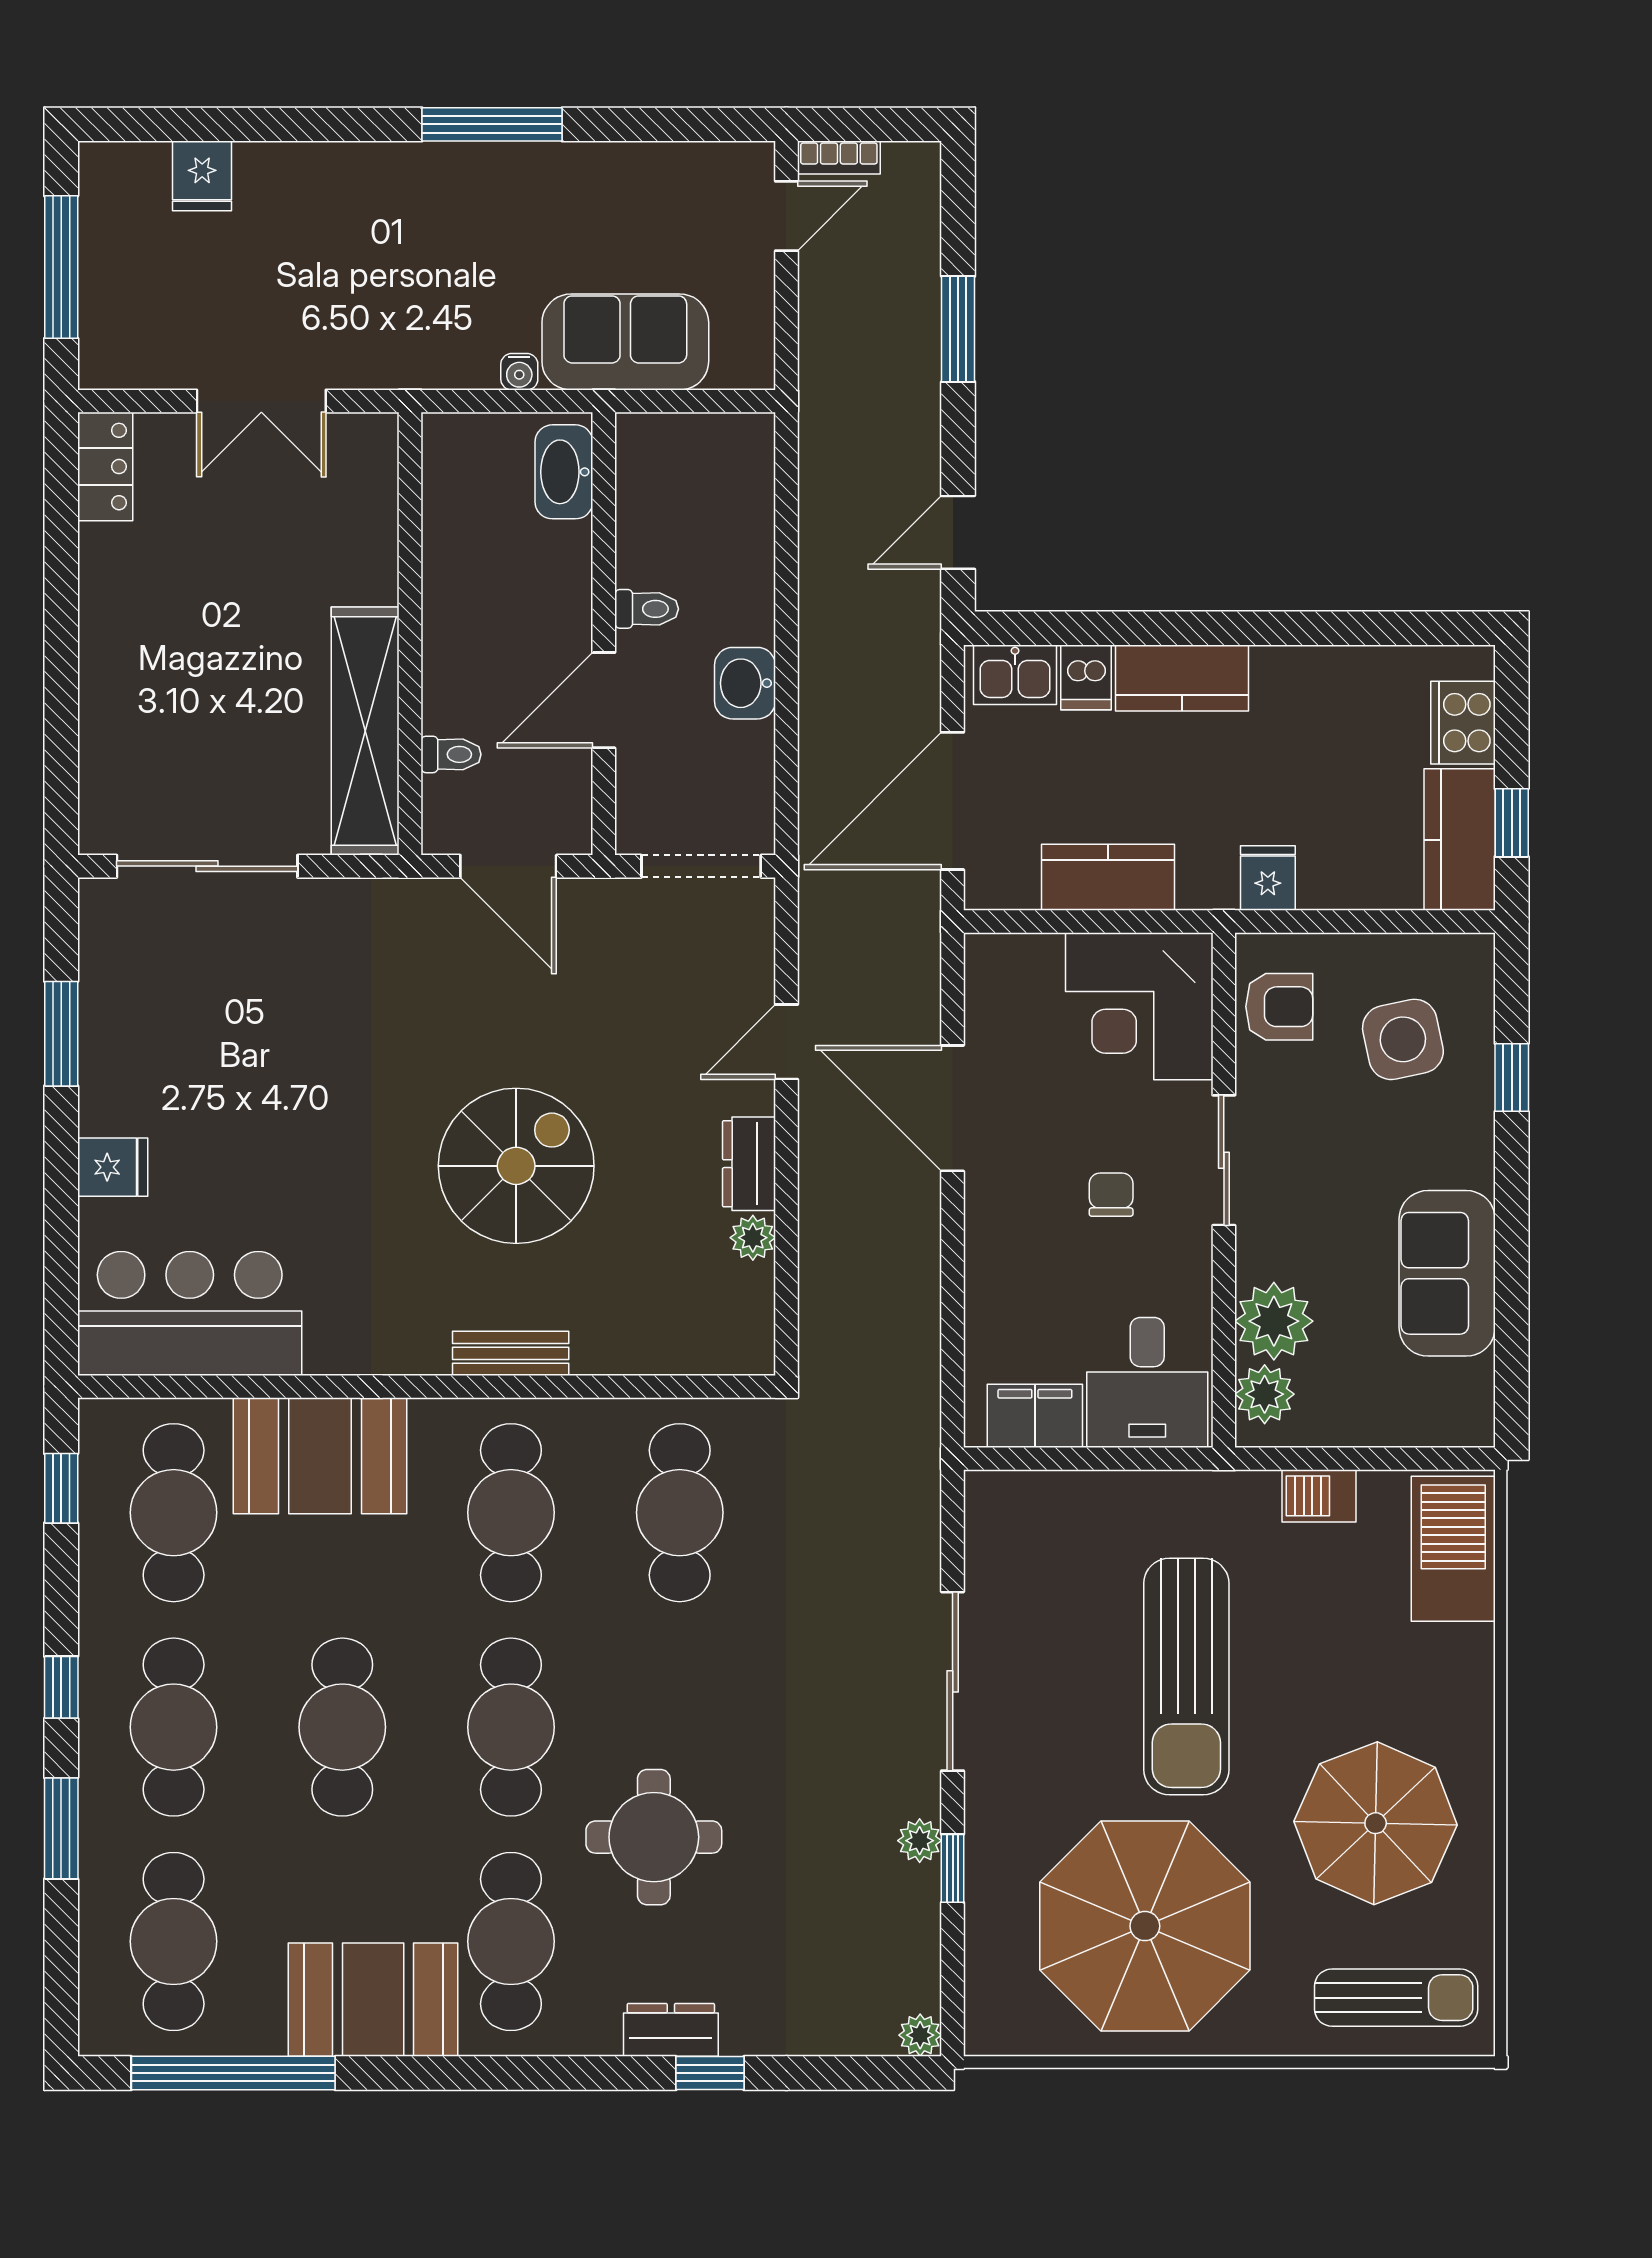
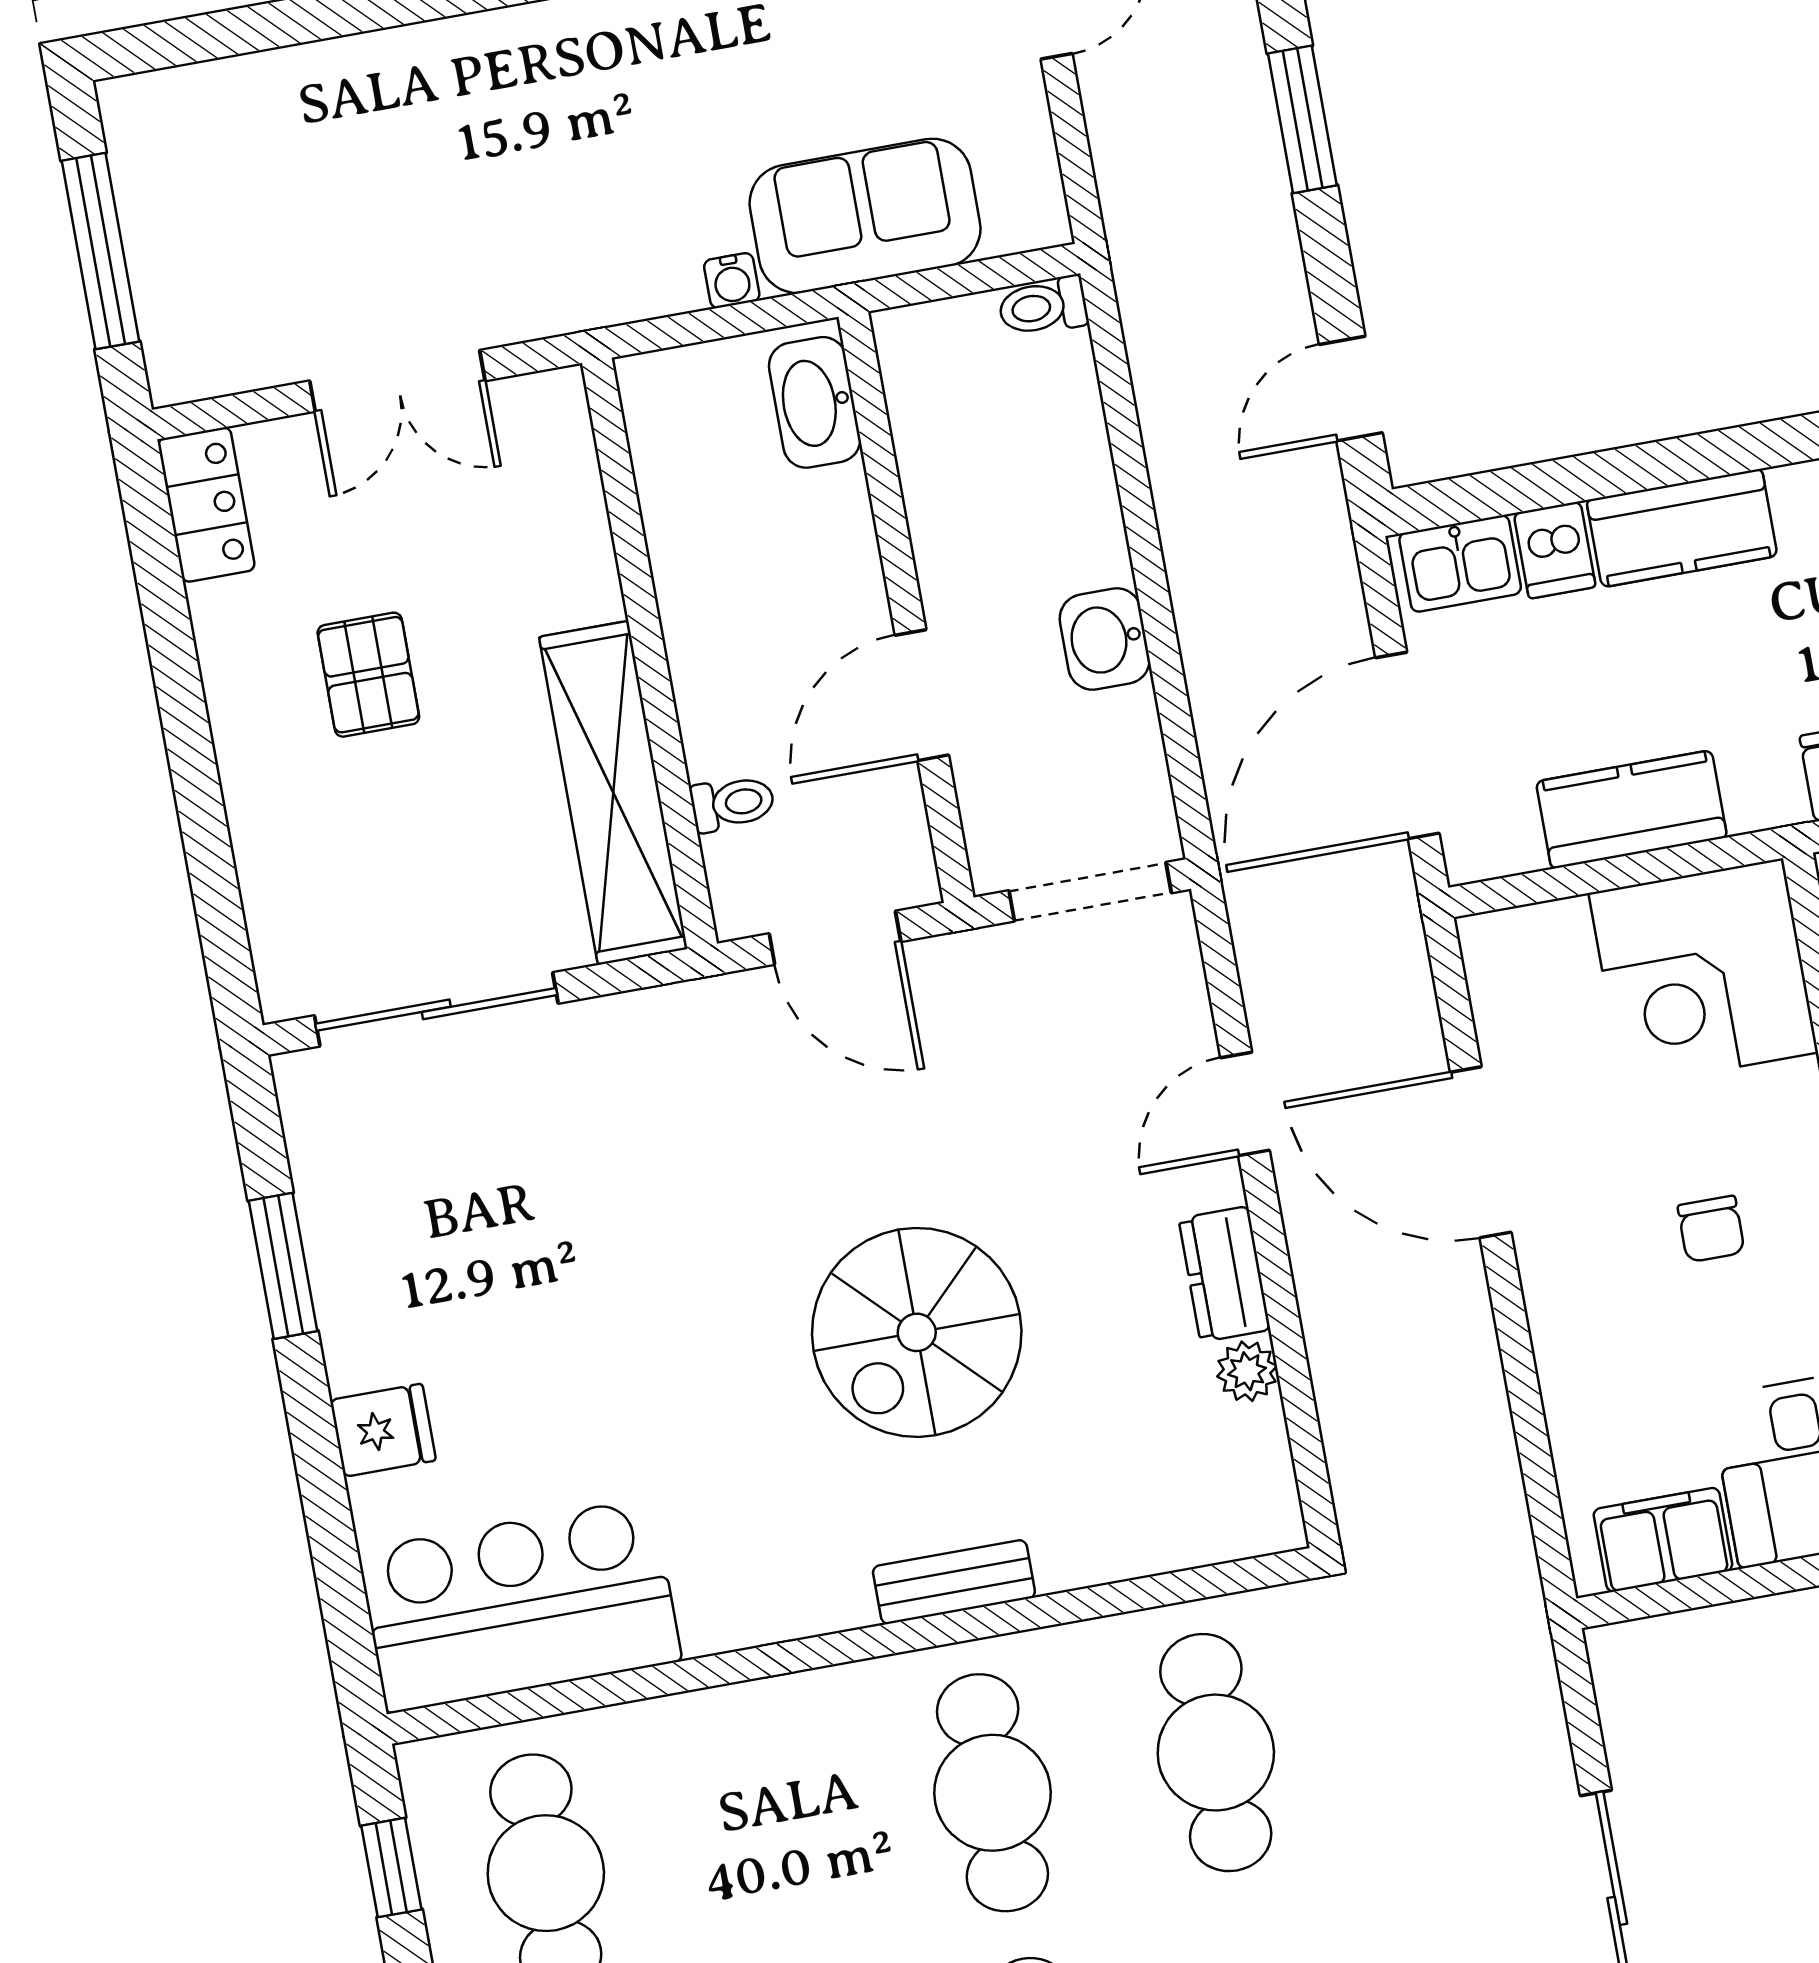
fridge: (202, 176) -> (265, 97), removed
toilet: (647, 609) -> (1043, 306), moved, turned 180
pallet: (201, 612) -> (368, 675), added
spiral stairs: (516, 1166) -> (917, 1332), turned 180
chair: (1111, 1195) -> (1711, 1229), turned 180
booth: (320, 1456) -> (726, 1763), removed

